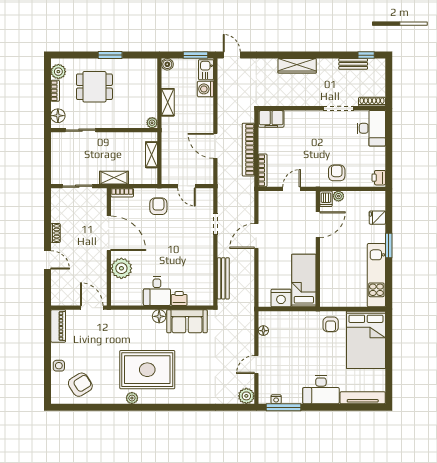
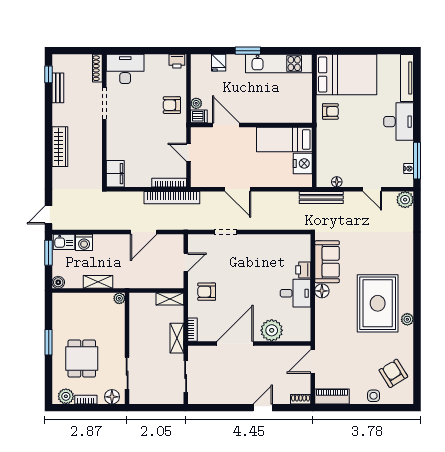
bookcase: (248, 150) -> (172, 198), moved
shelving: (151, 155) -> (170, 299), moved
shoe rack: (56, 233) -> (301, 399), moved
bench: (223, 278) -> (321, 197), moved

